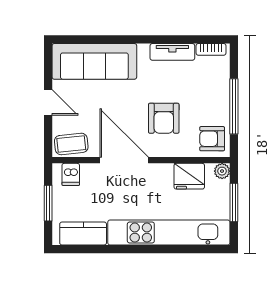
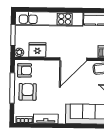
armchair: (164, 118) -> (28, 92), moved
door: (124, 160) -> (73, 59), hinge flipped

